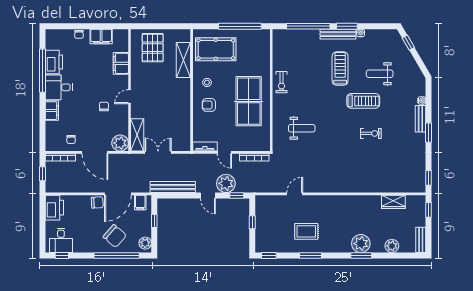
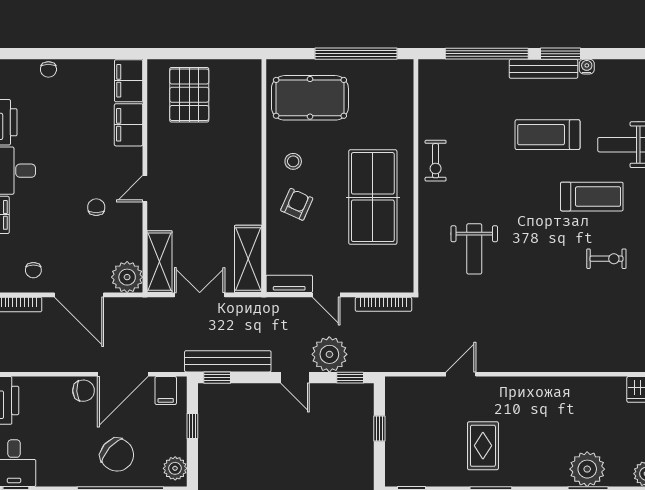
filing cabinet: (101, 36) -> (129, 81), moved, turned 90
shelving: (183, 60) -> (248, 259), moved
treadmill: (340, 69) -> (548, 135), turned -90
armchair: (209, 105) -> (297, 204), turned 114
weight bench: (302, 128) -> (474, 249), turned 90
window: (167, 196) -> (217, 378), added
rug: (306, 231) -> (483, 446), turned 90

